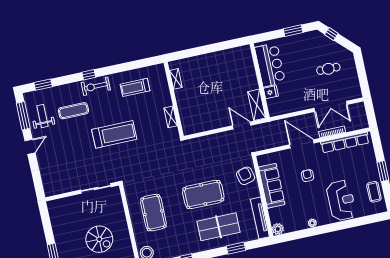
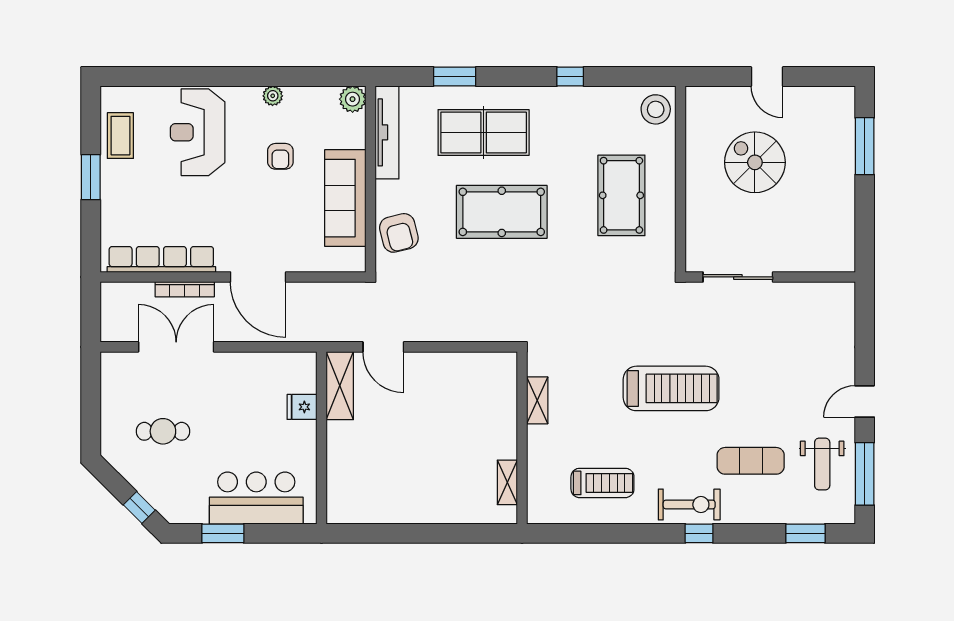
bar counter: (270, 65) -> (256, 498), moved, turned 90
treadmill: (114, 134) -> (671, 388), turned 180
armchair: (308, 176) -> (280, 156), moved

